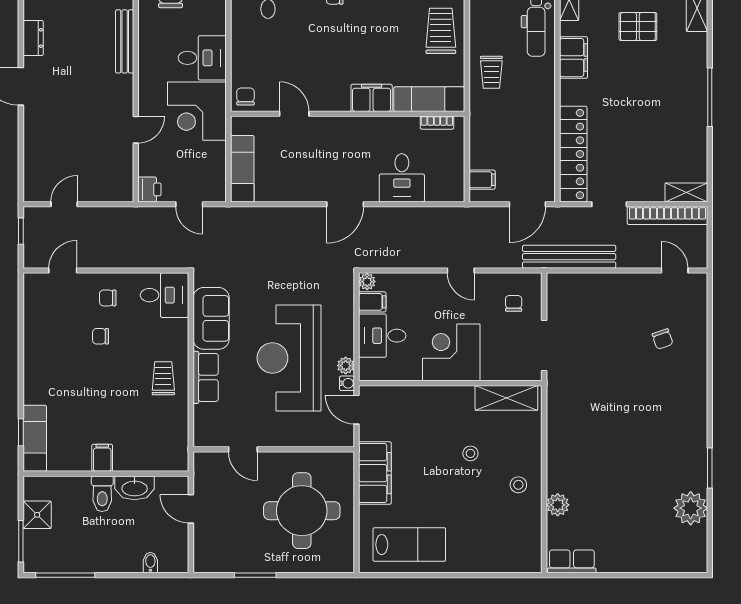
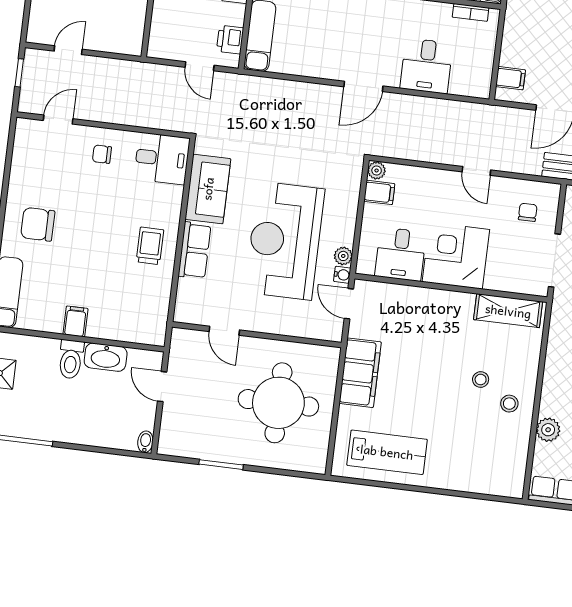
printer: (149, 189) -> (230, 40), moved, turned 180
chair: (101, 336) -> (38, 224), moved, width x1.87, depth x1.87
desk: (382, 336) -> (400, 254), moved, turned -90
stool: (470, 453) -> (481, 380), moved
bidet: (150, 563) -> (145, 442), moved

